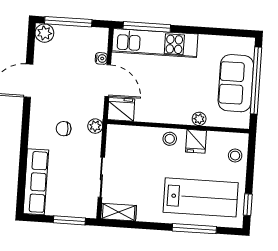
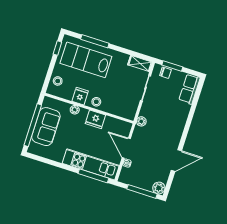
fridge: (121, 109) -> (95, 119), moved
chair: (64, 129) -> (165, 73), moved
row of seats: (36, 182) -> (190, 89), width x0.68

